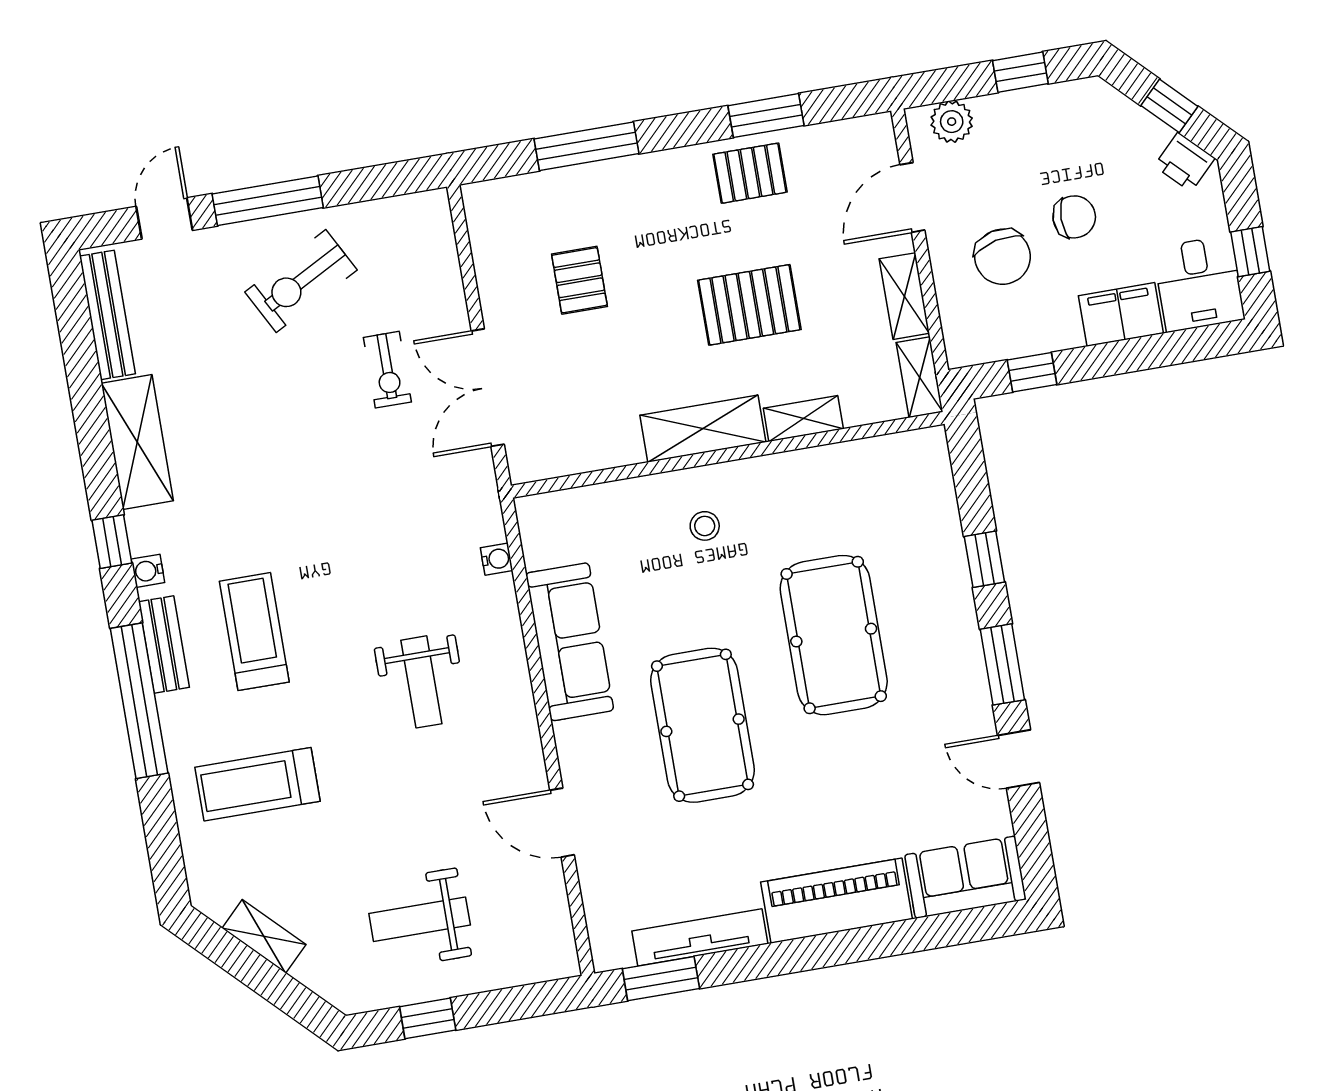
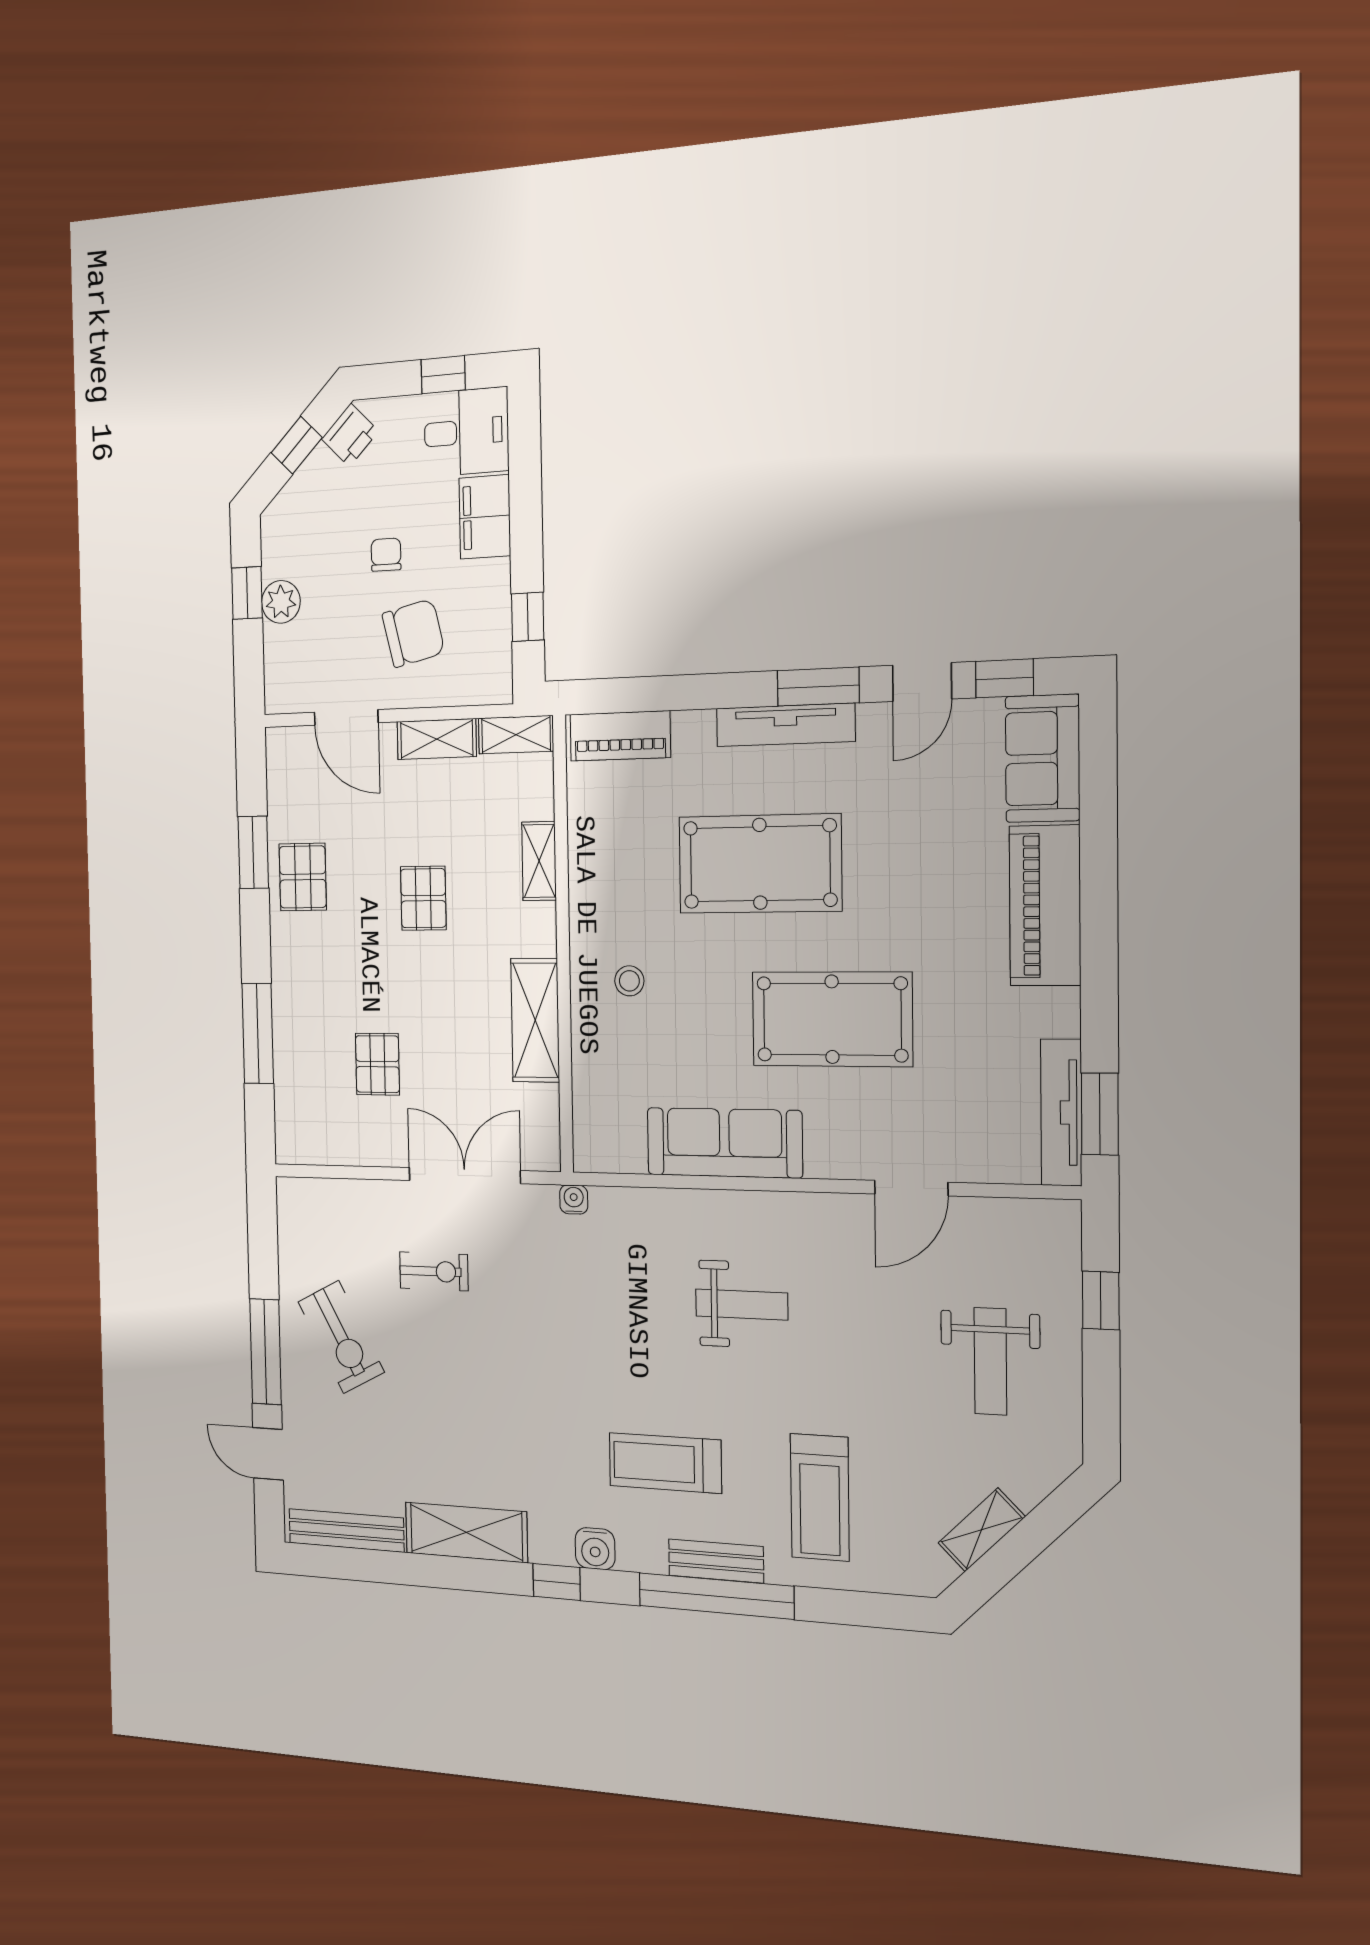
plant: (952, 122) -> (281, 602), moved
chair: (1074, 217) -> (386, 555), width x0.73, depth x0.73
pallet: (579, 280) -> (377, 1064), turned 90
pallet: (749, 305) -> (423, 898), width x0.67, depth x0.71
double door: (488, 388) -> (464, 1176), swing flipped
shelving: (703, 429) -> (535, 1020), moved
piano: (932, 482) -> (620, 736), added
water cooler: (497, 559) -> (574, 1199), moved
window: (984, 559) -> (1005, 678), moved
water cooler: (148, 571) -> (595, 1549), width x1.38, depth x1.38
tv unit: (964, 639) -> (785, 725), added
bench: (164, 645) -> (716, 1561), moved
tv unit: (700, 937) -> (1061, 1112), moved
window: (428, 1018) -> (1101, 1300), moved

